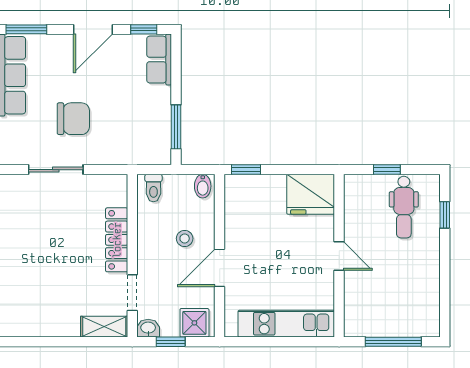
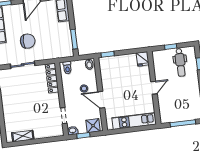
fridge: (311, 194) -> (143, 59), width x0.53, depth x0.75
locker: (117, 240) -> (52, 78), moved
door: (339, 256) -> (154, 88), hinge flipped
door: (220, 268) -> (101, 100), hinge flipped
shelving: (104, 327) -> (23, 136), moved

